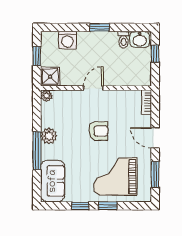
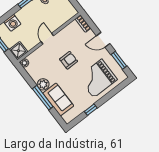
sofa: (53, 181) -> (58, 100), moved
window: (108, 206) -> (106, 98), removed

